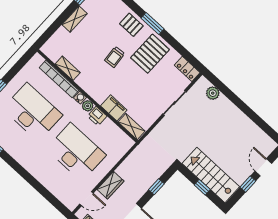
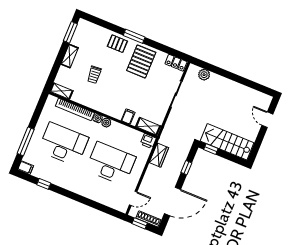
trolley: (115, 57) -> (94, 75), moved
shelving: (68, 68) -> (61, 91), moved
filing cabinet: (114, 108) -> (128, 116), width x0.50
printer: (97, 116) -> (148, 141), moved
window: (248, 184) -> (260, 138), removed
wardrobe: (111, 185) -> (159, 155), moved
window: (202, 187) -> (211, 149), moved

